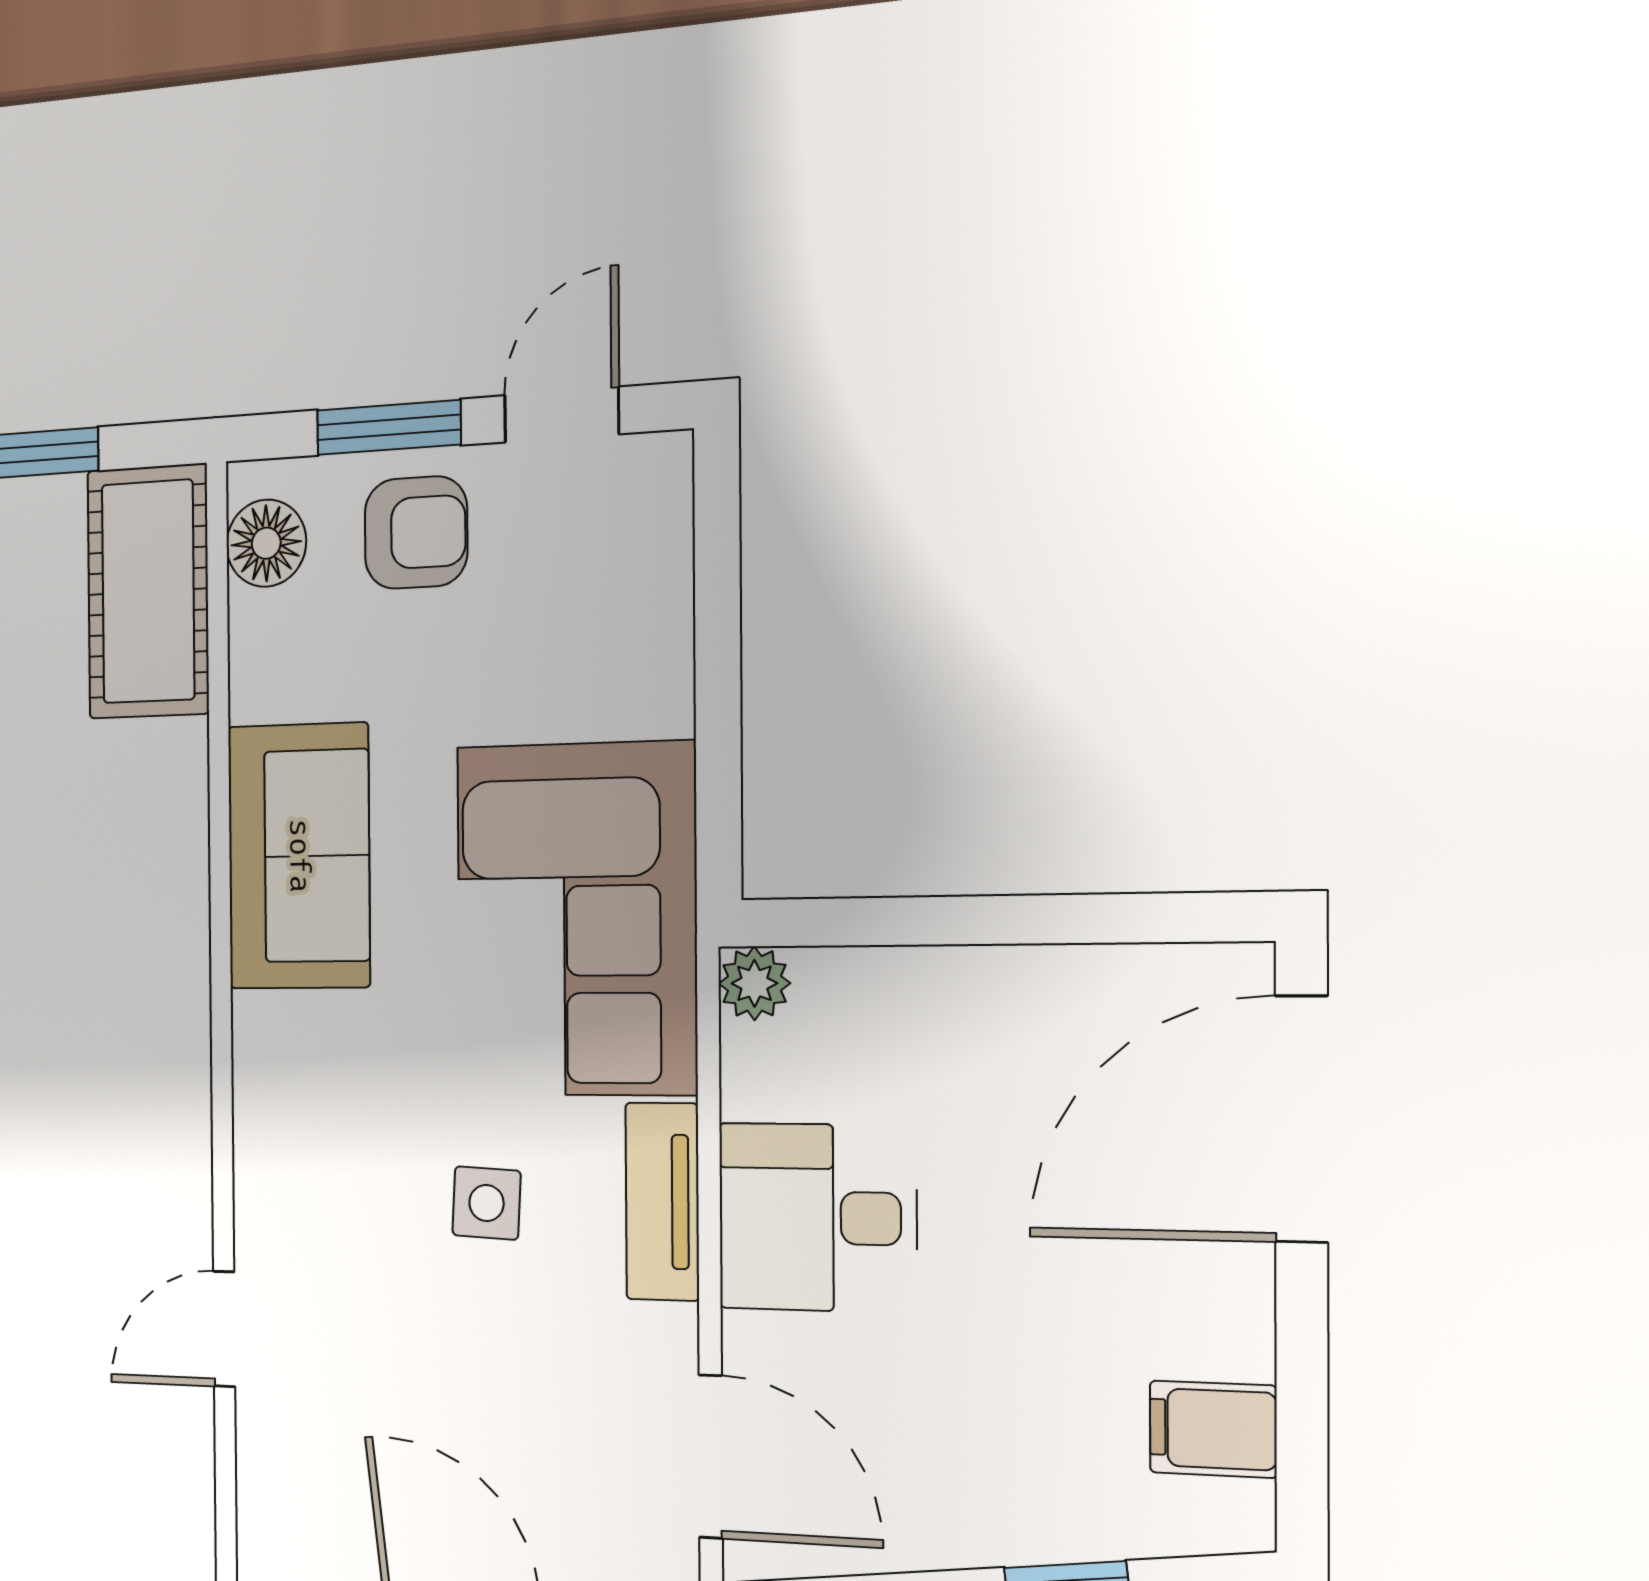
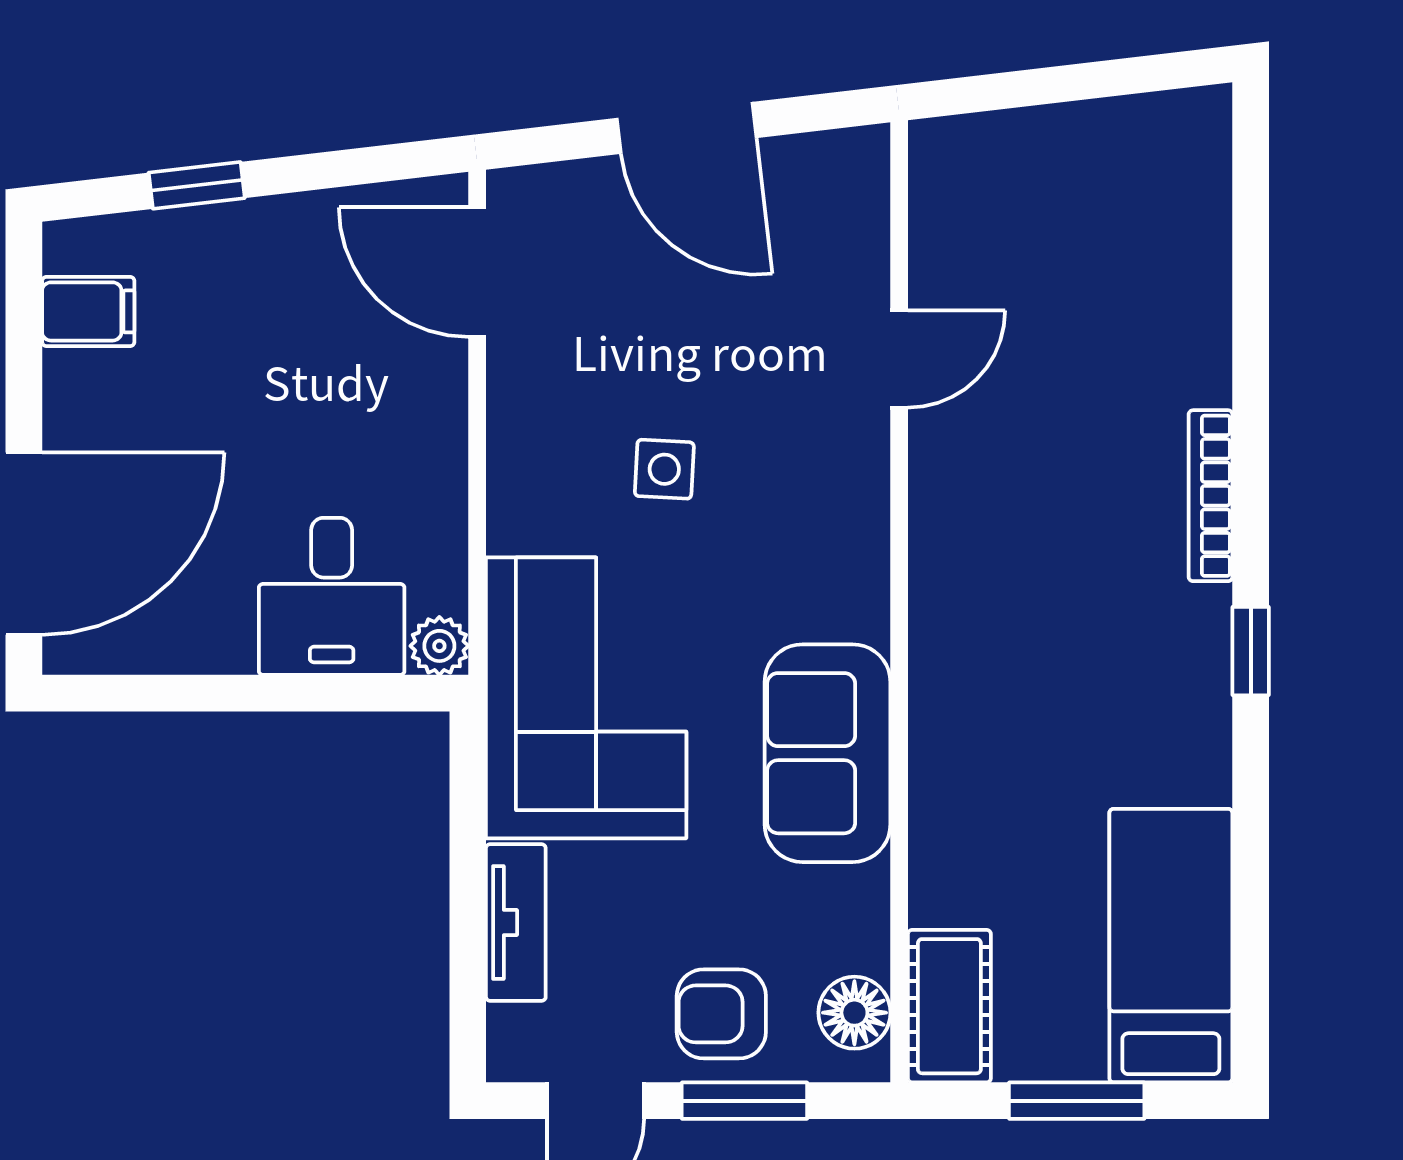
cot: (148, 592) -> (949, 1006), width x0.73, depth x0.75
tv unit: (662, 1202) -> (516, 923), moved
desk: (817, 1218) -> (332, 596), moved, turned 90

